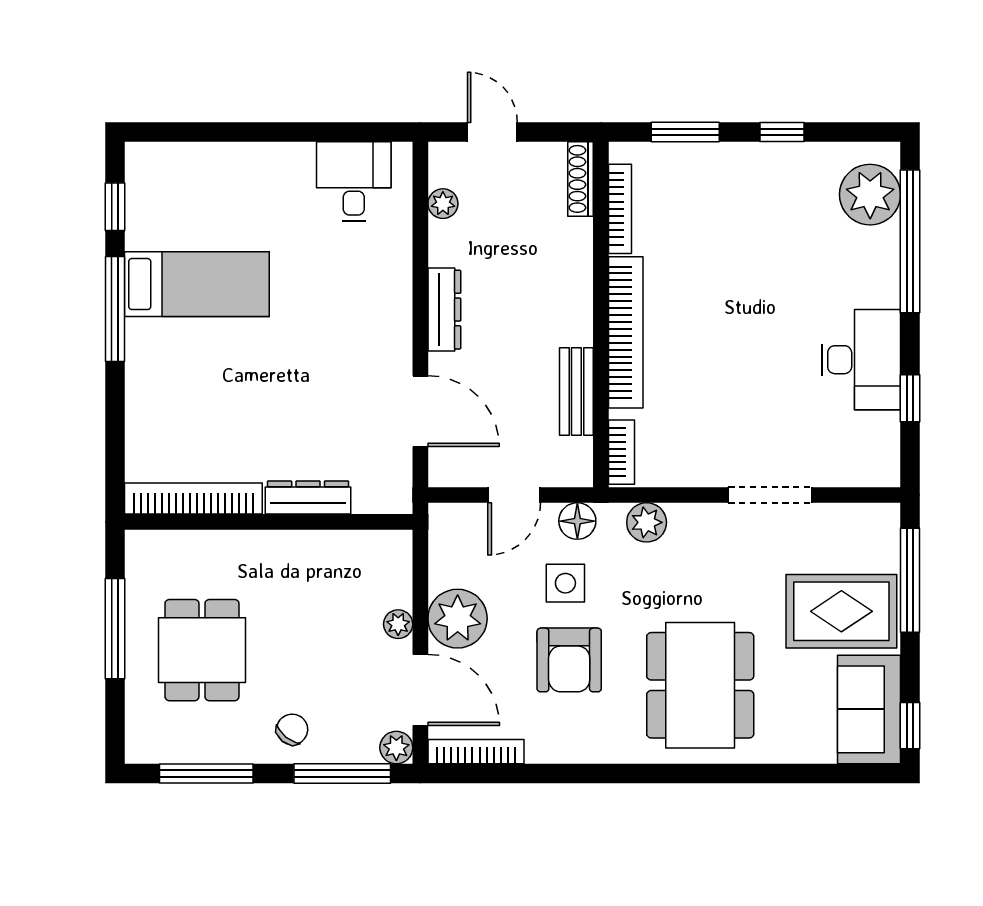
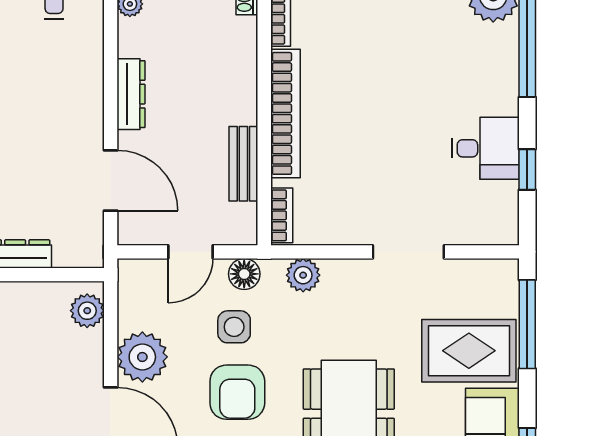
desk: (861, 360) -> (486, 148), width x0.73
plant: (398, 624) -> (87, 311), moved, width x1.38, depth x1.38

